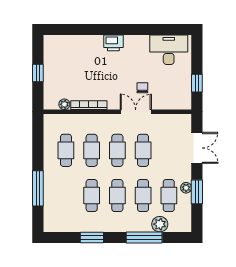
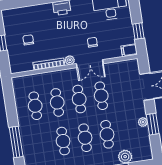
chair: (69, 74) -> (28, 40), added
filing cabinet: (183, 103) -> (129, 50), added
plant: (64, 104) -> (70, 60), moved
double door: (136, 112) -> (90, 64), swing flipped
cafe table: (169, 196) -> (129, 131), removed

